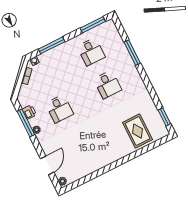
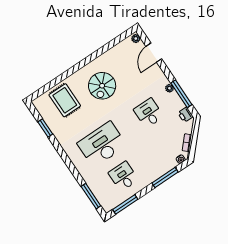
window: (132, 53) -> (91, 196), moved
desk: (108, 85) -> (102, 144), width x1.87, depth x1.30
printer: (29, 112) -> (185, 115), moved
window: (164, 117) -> (45, 128), moved
spiral stairs: (100, 140) -> (102, 86), added

